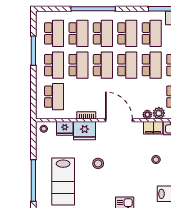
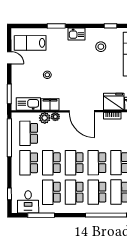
stool: (98, 163) -> (101, 47), moved

